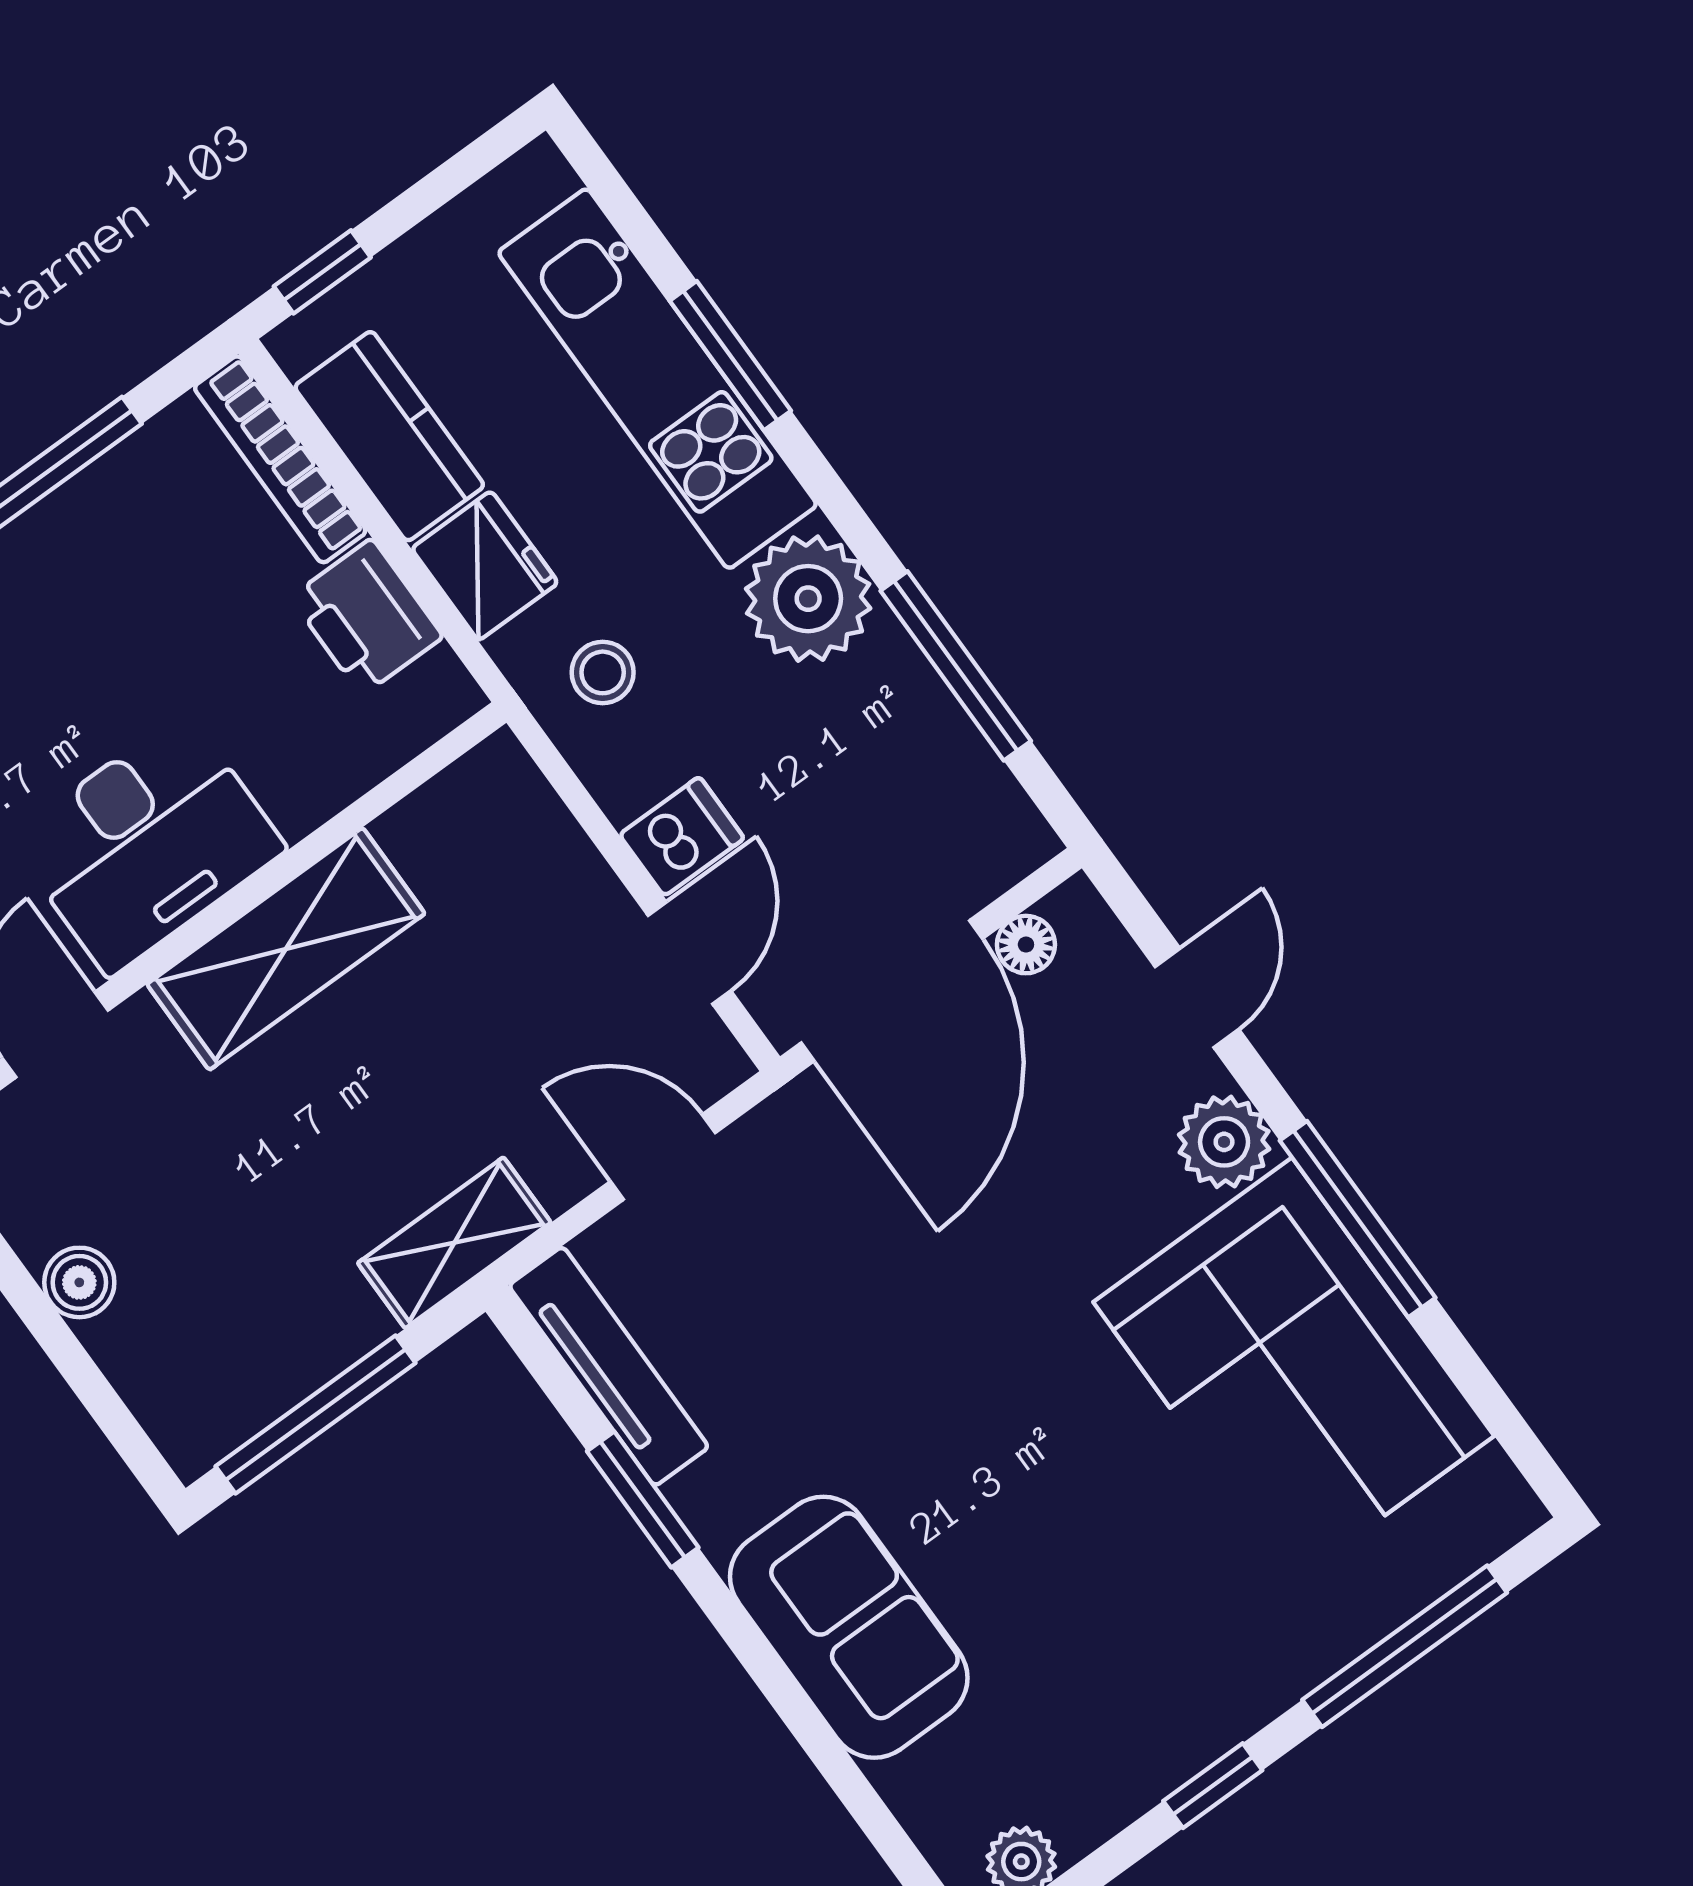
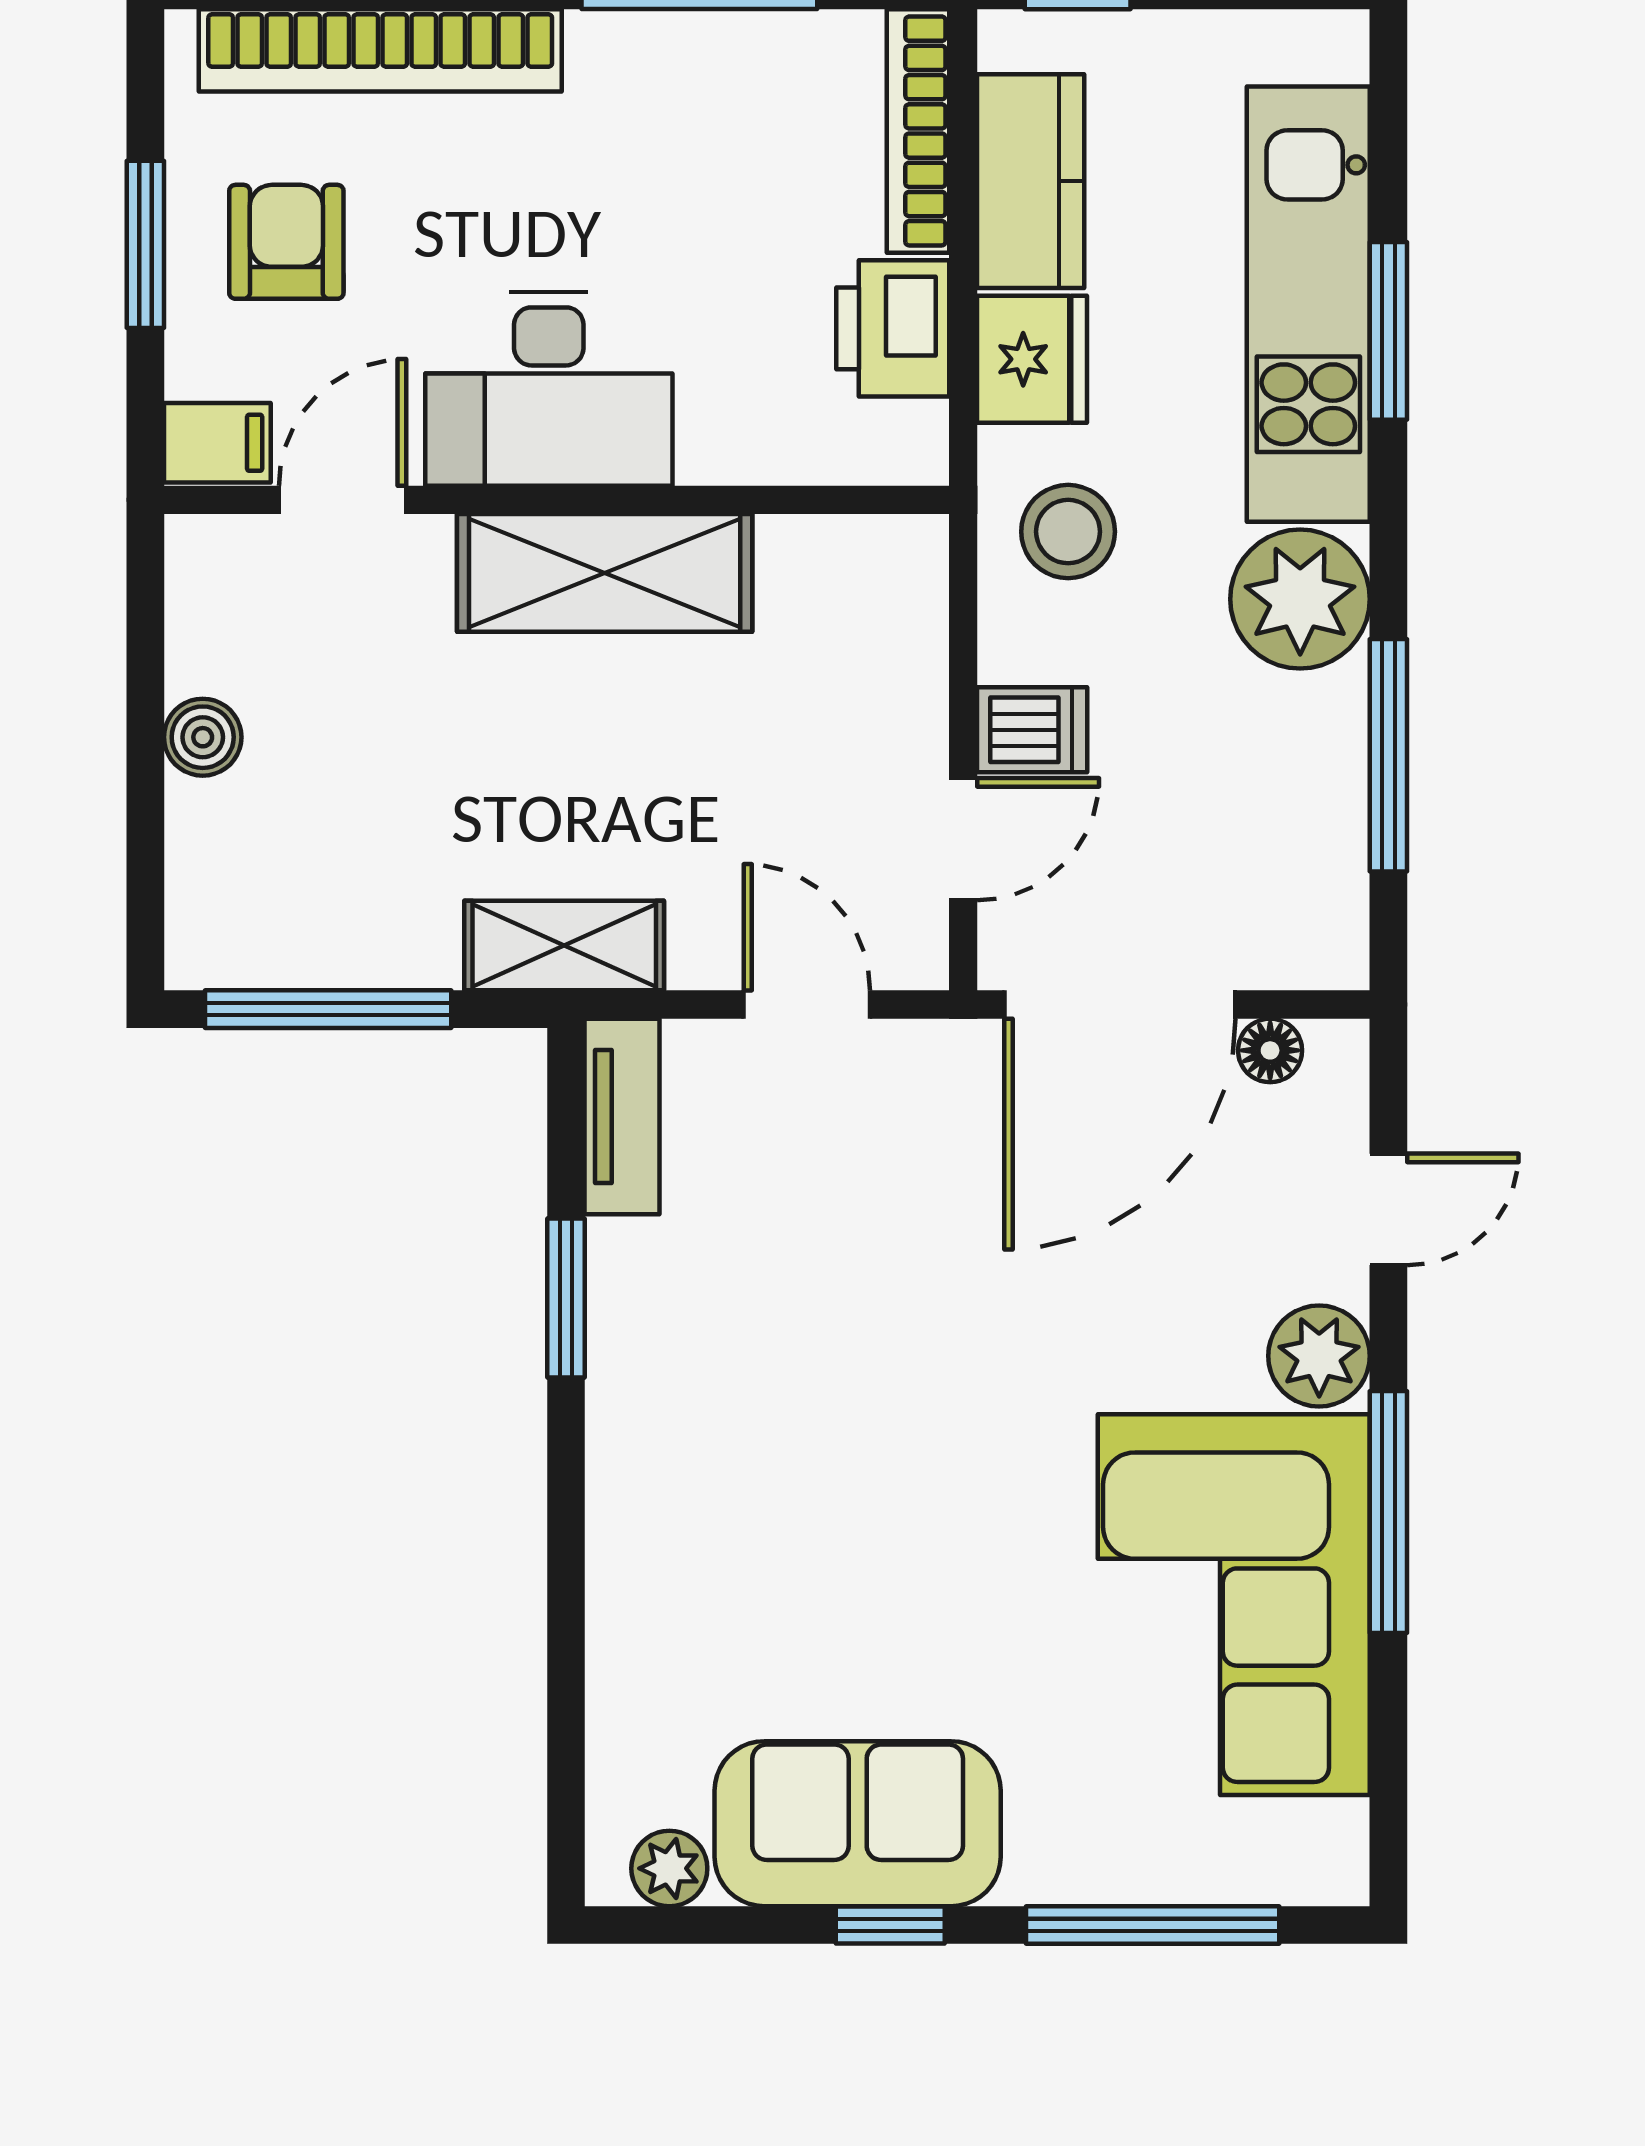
stool: (603, 672) -> (1068, 532), width x1.37, depth x1.37
tv unit: (609, 1366) -> (622, 1117), width x0.71
sofa: (849, 1627) -> (858, 1824), moved, turned -90

